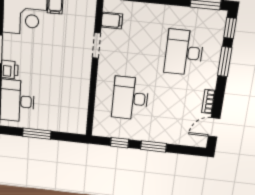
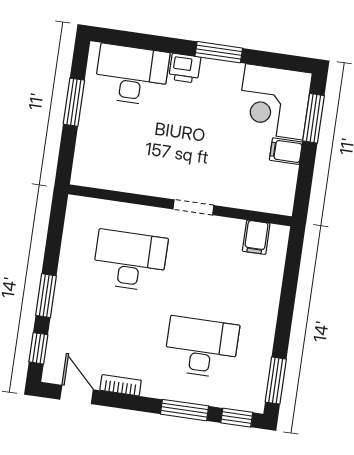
doorway: (96, 46) -> (193, 207), moved
window: (120, 143) -> (38, 348), moved

